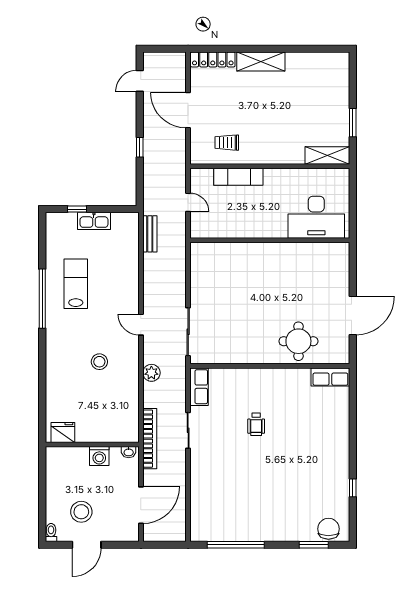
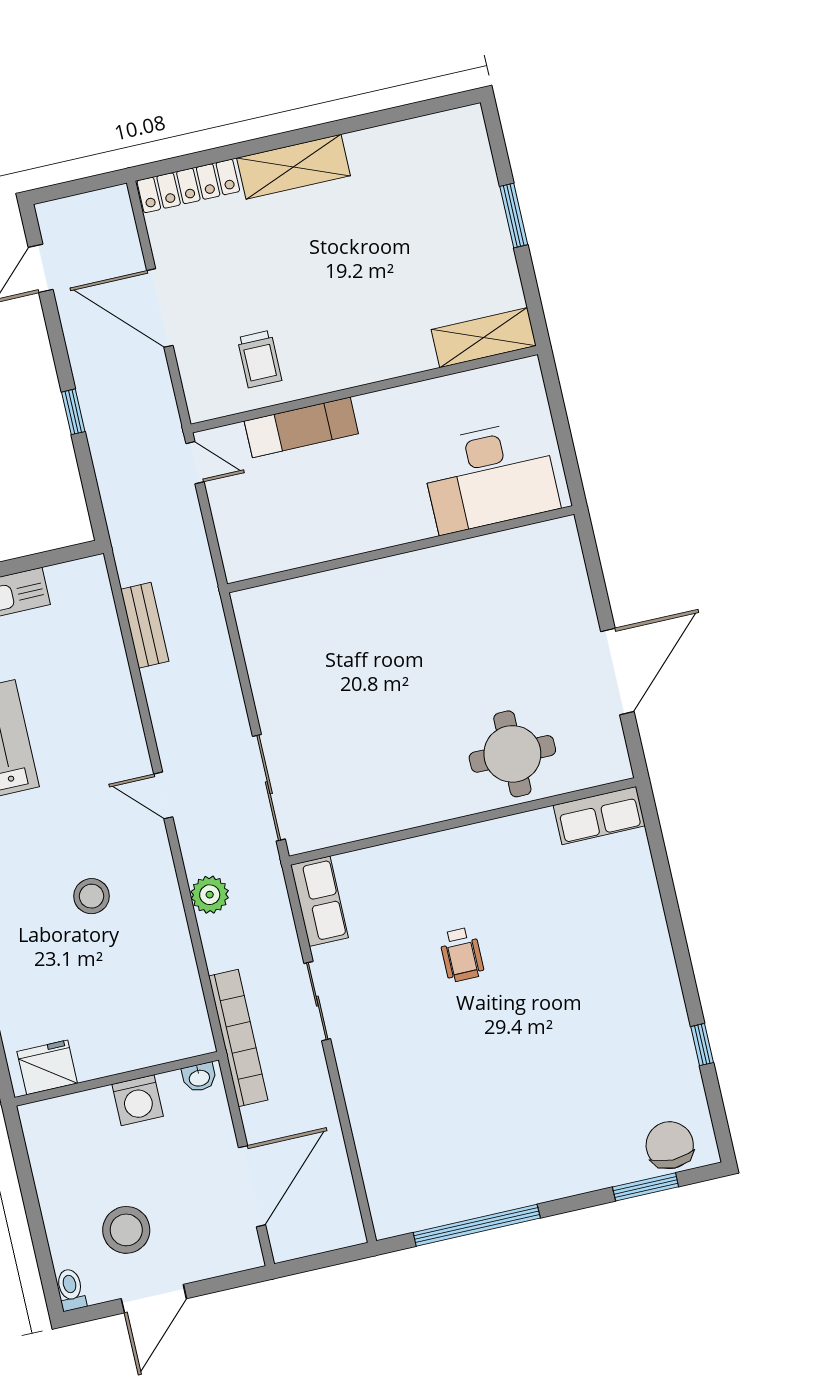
window: (353, 123) -> (514, 215), moved
trolley: (227, 143) -> (259, 359), turned -90
door: (188, 202) -> (195, 463), moved
bench: (150, 234) -> (145, 625), moved

